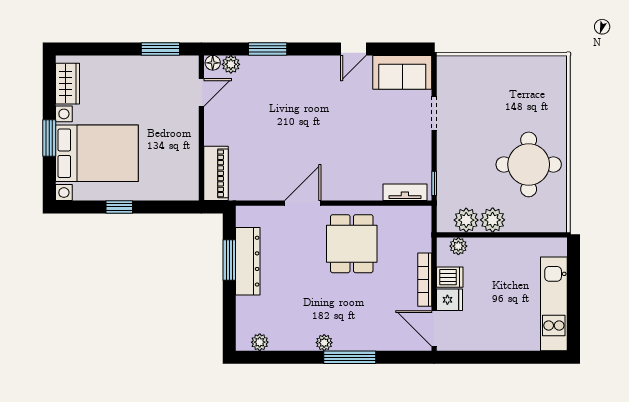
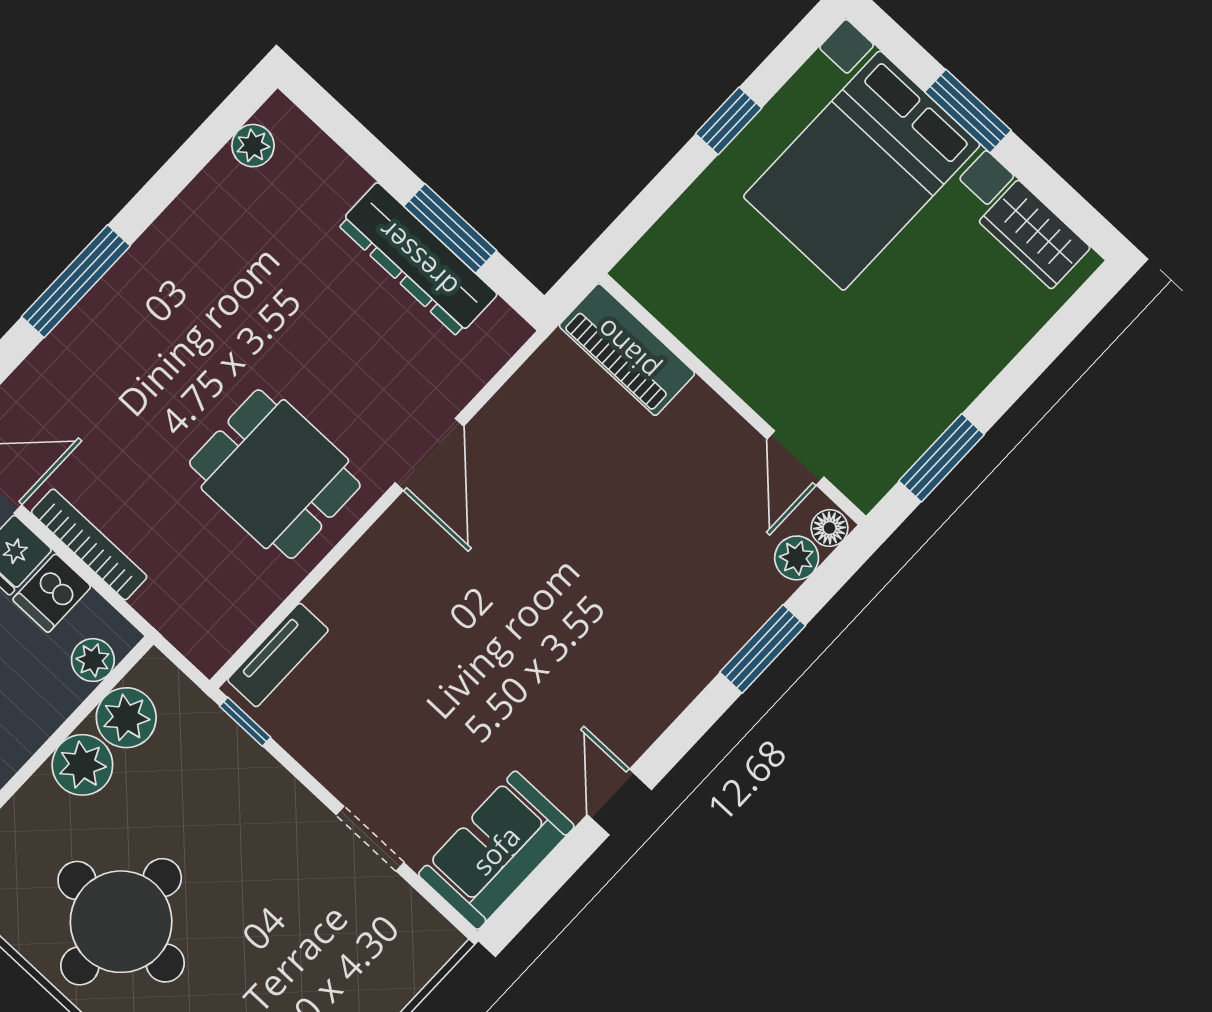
plant: (324, 343) -> (145, 260), removed

